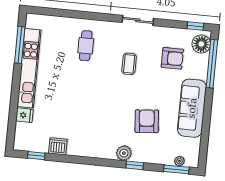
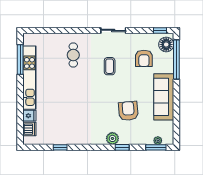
armchair: (172, 58) -> (144, 58), turned 90
dishwasher: (58, 146) -> (29, 129), moved, turned 90
window: (36, 156) -> (60, 147), moved

